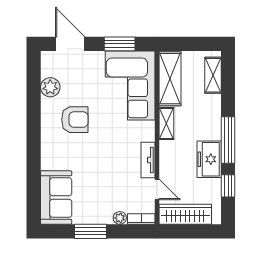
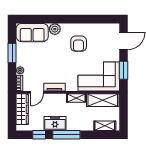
plant: (50, 87) -> (55, 29), moved

